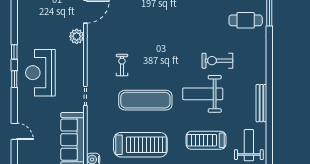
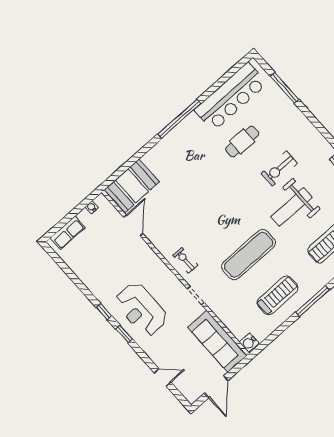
cafe table: (246, 20) -> (242, 141), moved
plant: (77, 36) -> (144, 252), removed
exercise bike: (122, 65) -> (185, 260), moved
treadmill: (140, 145) -> (277, 295), width x0.73, depth x0.73

